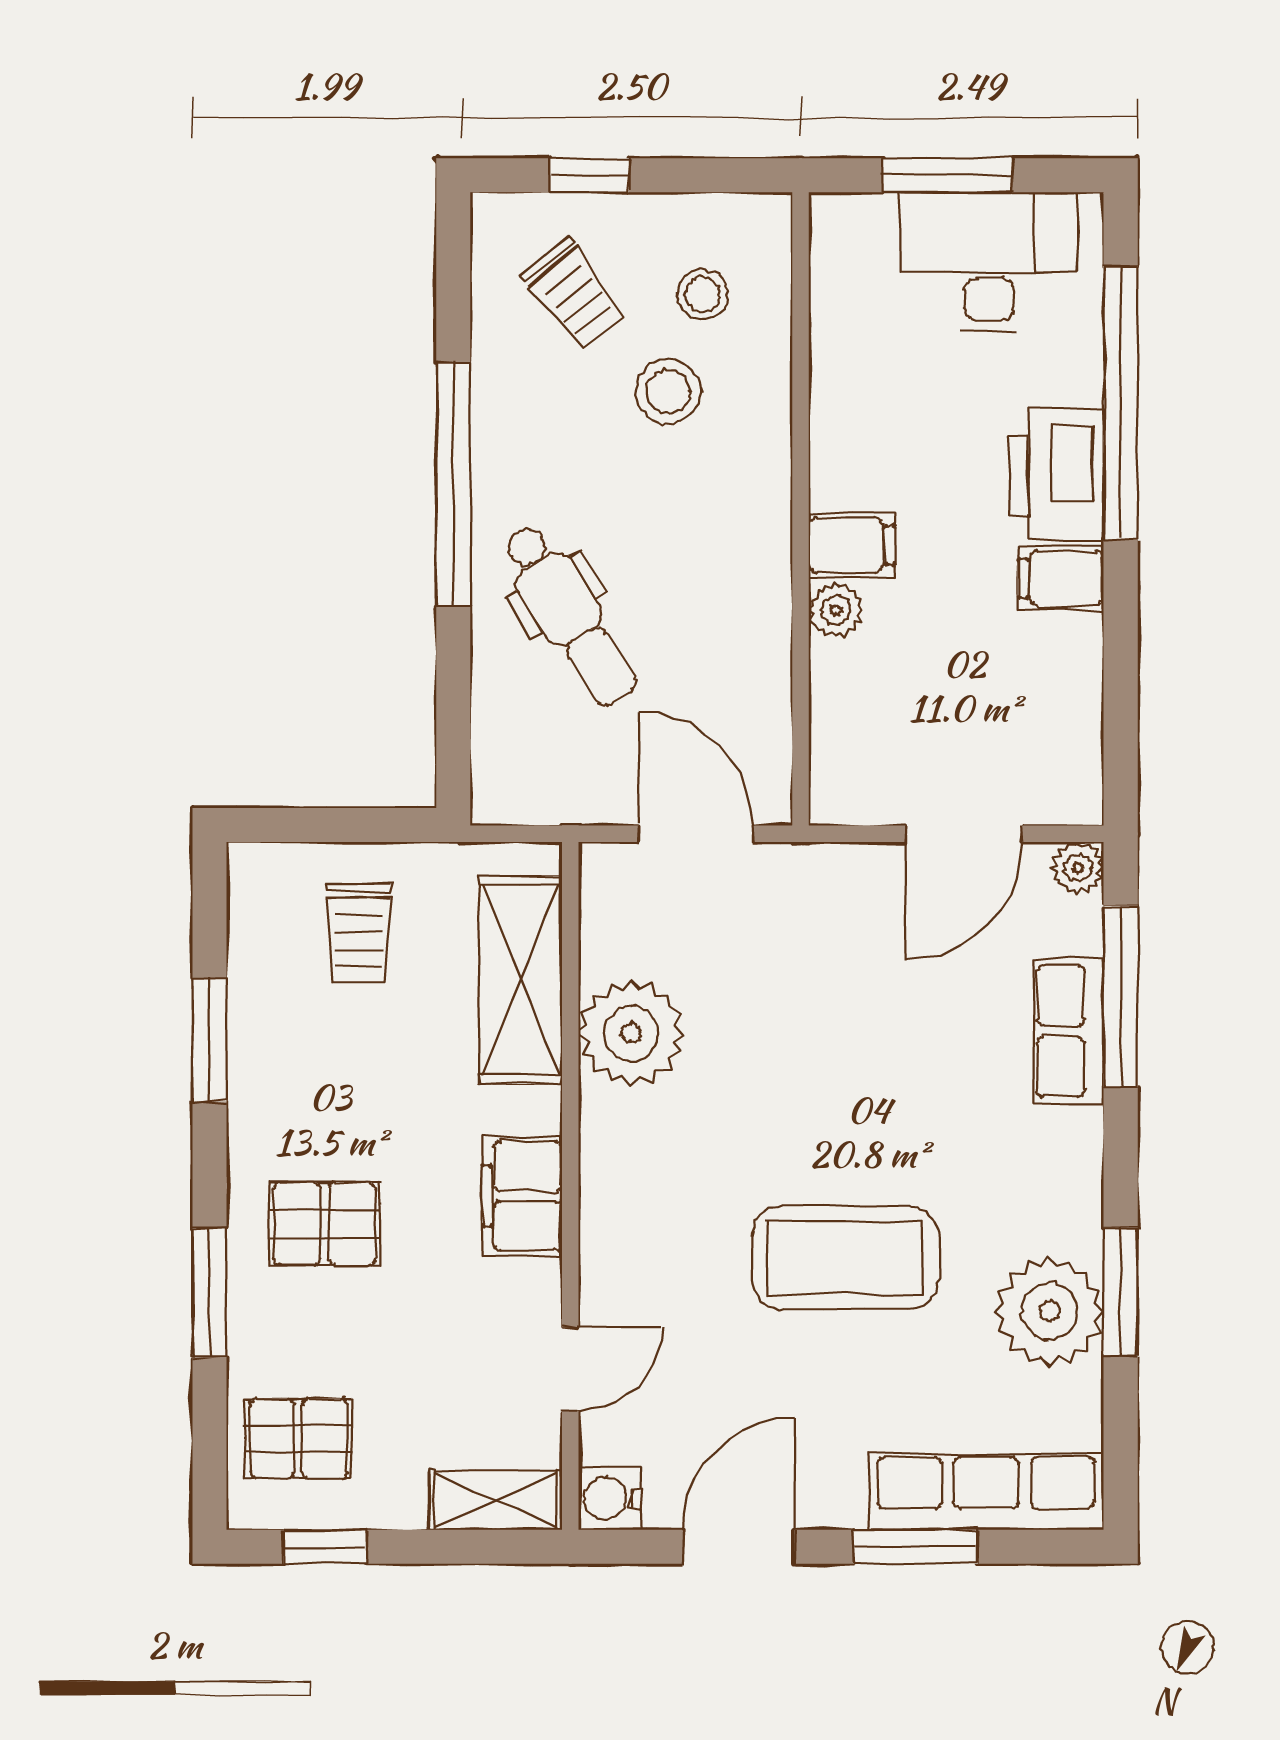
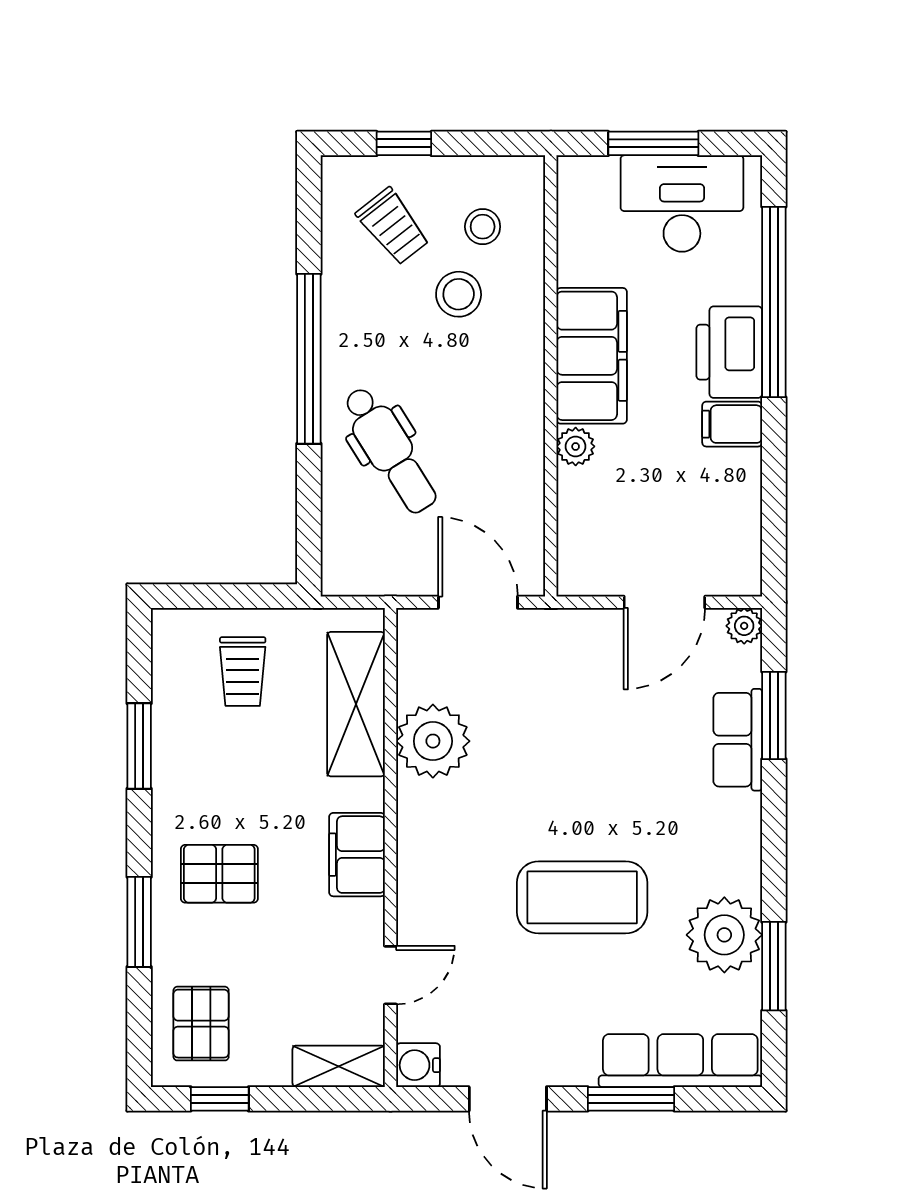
filing cabinet: (852, 545) -> (592, 356), width x3.00, depth x1.17
window: (1121, 996) -> (774, 715), width x0.69
window: (1121, 1292) -> (774, 966), moved
pallet: (298, 1439) -> (201, 1024), turned 90
door: (739, 1547) -> (508, 1099), swing flipped

